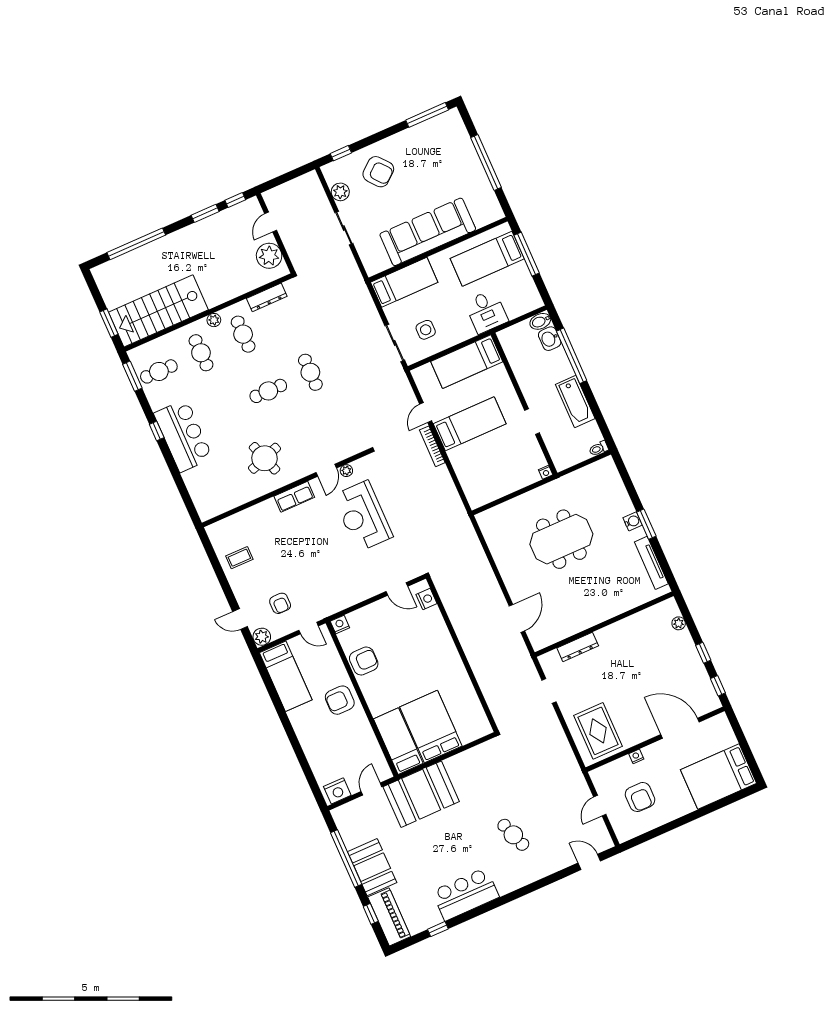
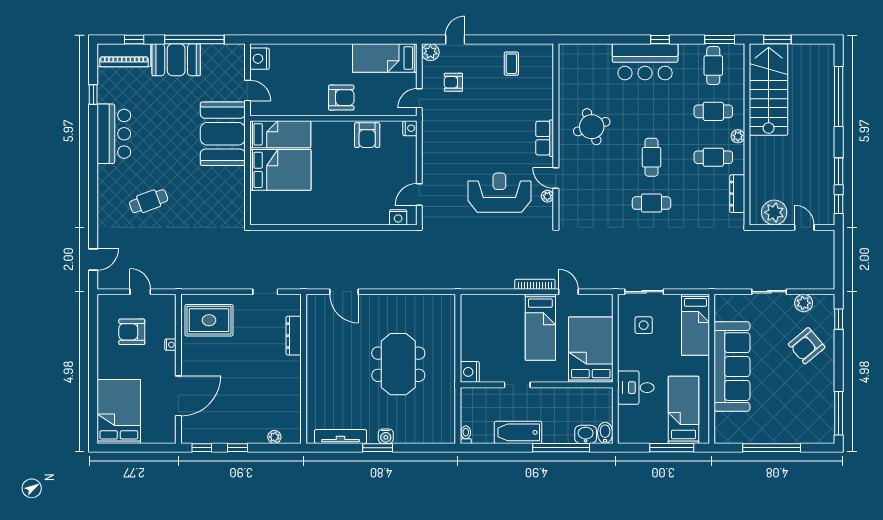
bed: (467, 362) -> (591, 350), width x1.50
nightstand: (546, 472) -> (470, 372), width x1.89, depth x1.79
armchair: (340, 700) -> (341, 98), turned 90

